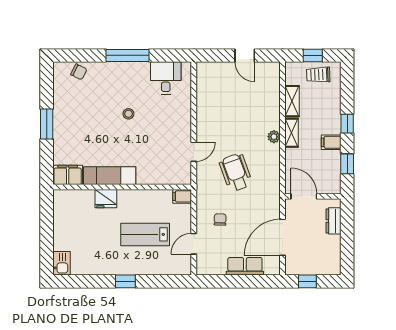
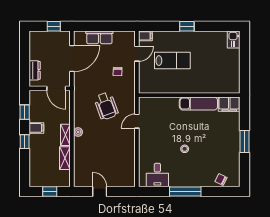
trolley: (318, 75) -> (46, 177), removed
filing cabinet: (182, 196) -> (145, 36), moved
fridge: (106, 199) -> (201, 87), removed

